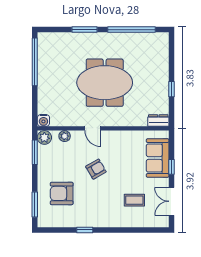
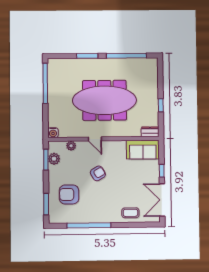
meeting table: (105, 83) -> (104, 100), width x1.36
plant: (44, 137) -> (54, 159), moved
sofa: (158, 158) -> (143, 150), moved, turned -90
coffee table: (134, 200) -> (130, 213), moved
double door: (171, 201) -> (162, 200), width x1.37
window: (85, 230) -> (89, 225), width x3.17

